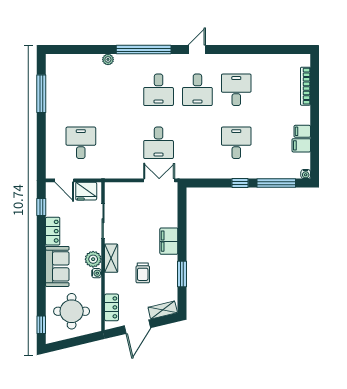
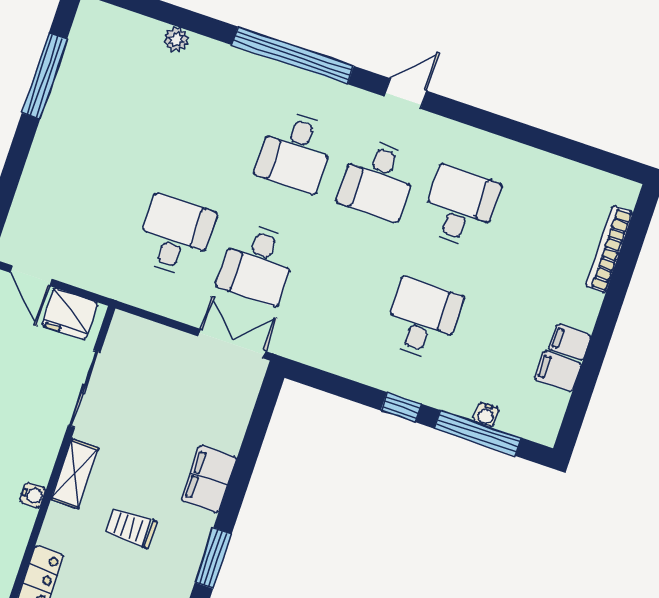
plant: (108, 59) -> (176, 39), moved
desk: (81, 143) -> (175, 236), moved
water cooler: (306, 174) -> (486, 415), moved
plant: (93, 259) -> (36, 463), removed
trolley: (143, 273) -> (131, 528), turned 90

